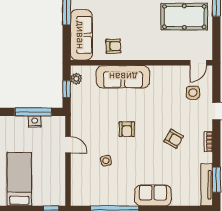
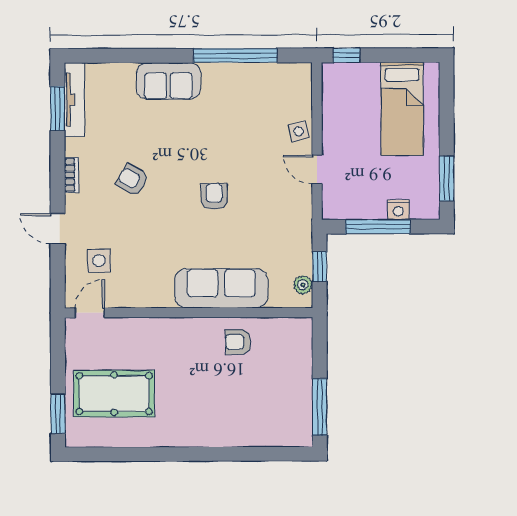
sofa: (81, 35) -> (294, 361), removed
nightstand: (35, 122) -> (398, 210), moved
side table: (106, 161) -> (299, 131), moved

